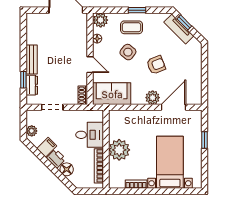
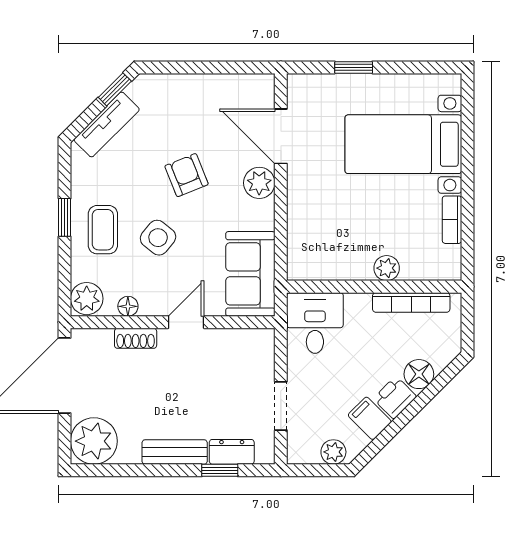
window: (184, 22) -> (115, 89), moved
plant: (37, 23) -> (94, 441), added
shoe rack: (83, 95) -> (136, 338), moved
desk: (90, 135) -> (315, 323), moved
plant: (119, 150) -> (387, 268), width x0.53, depth x0.53

